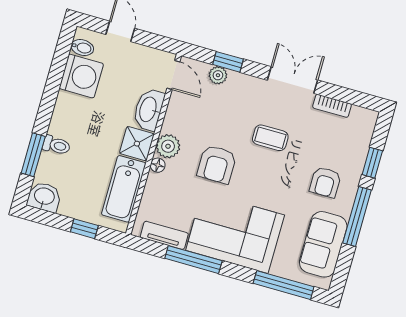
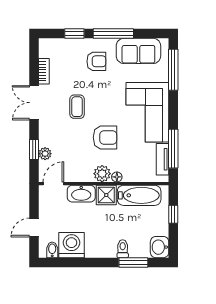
window: (193, 260) -> (173, 149), moved

